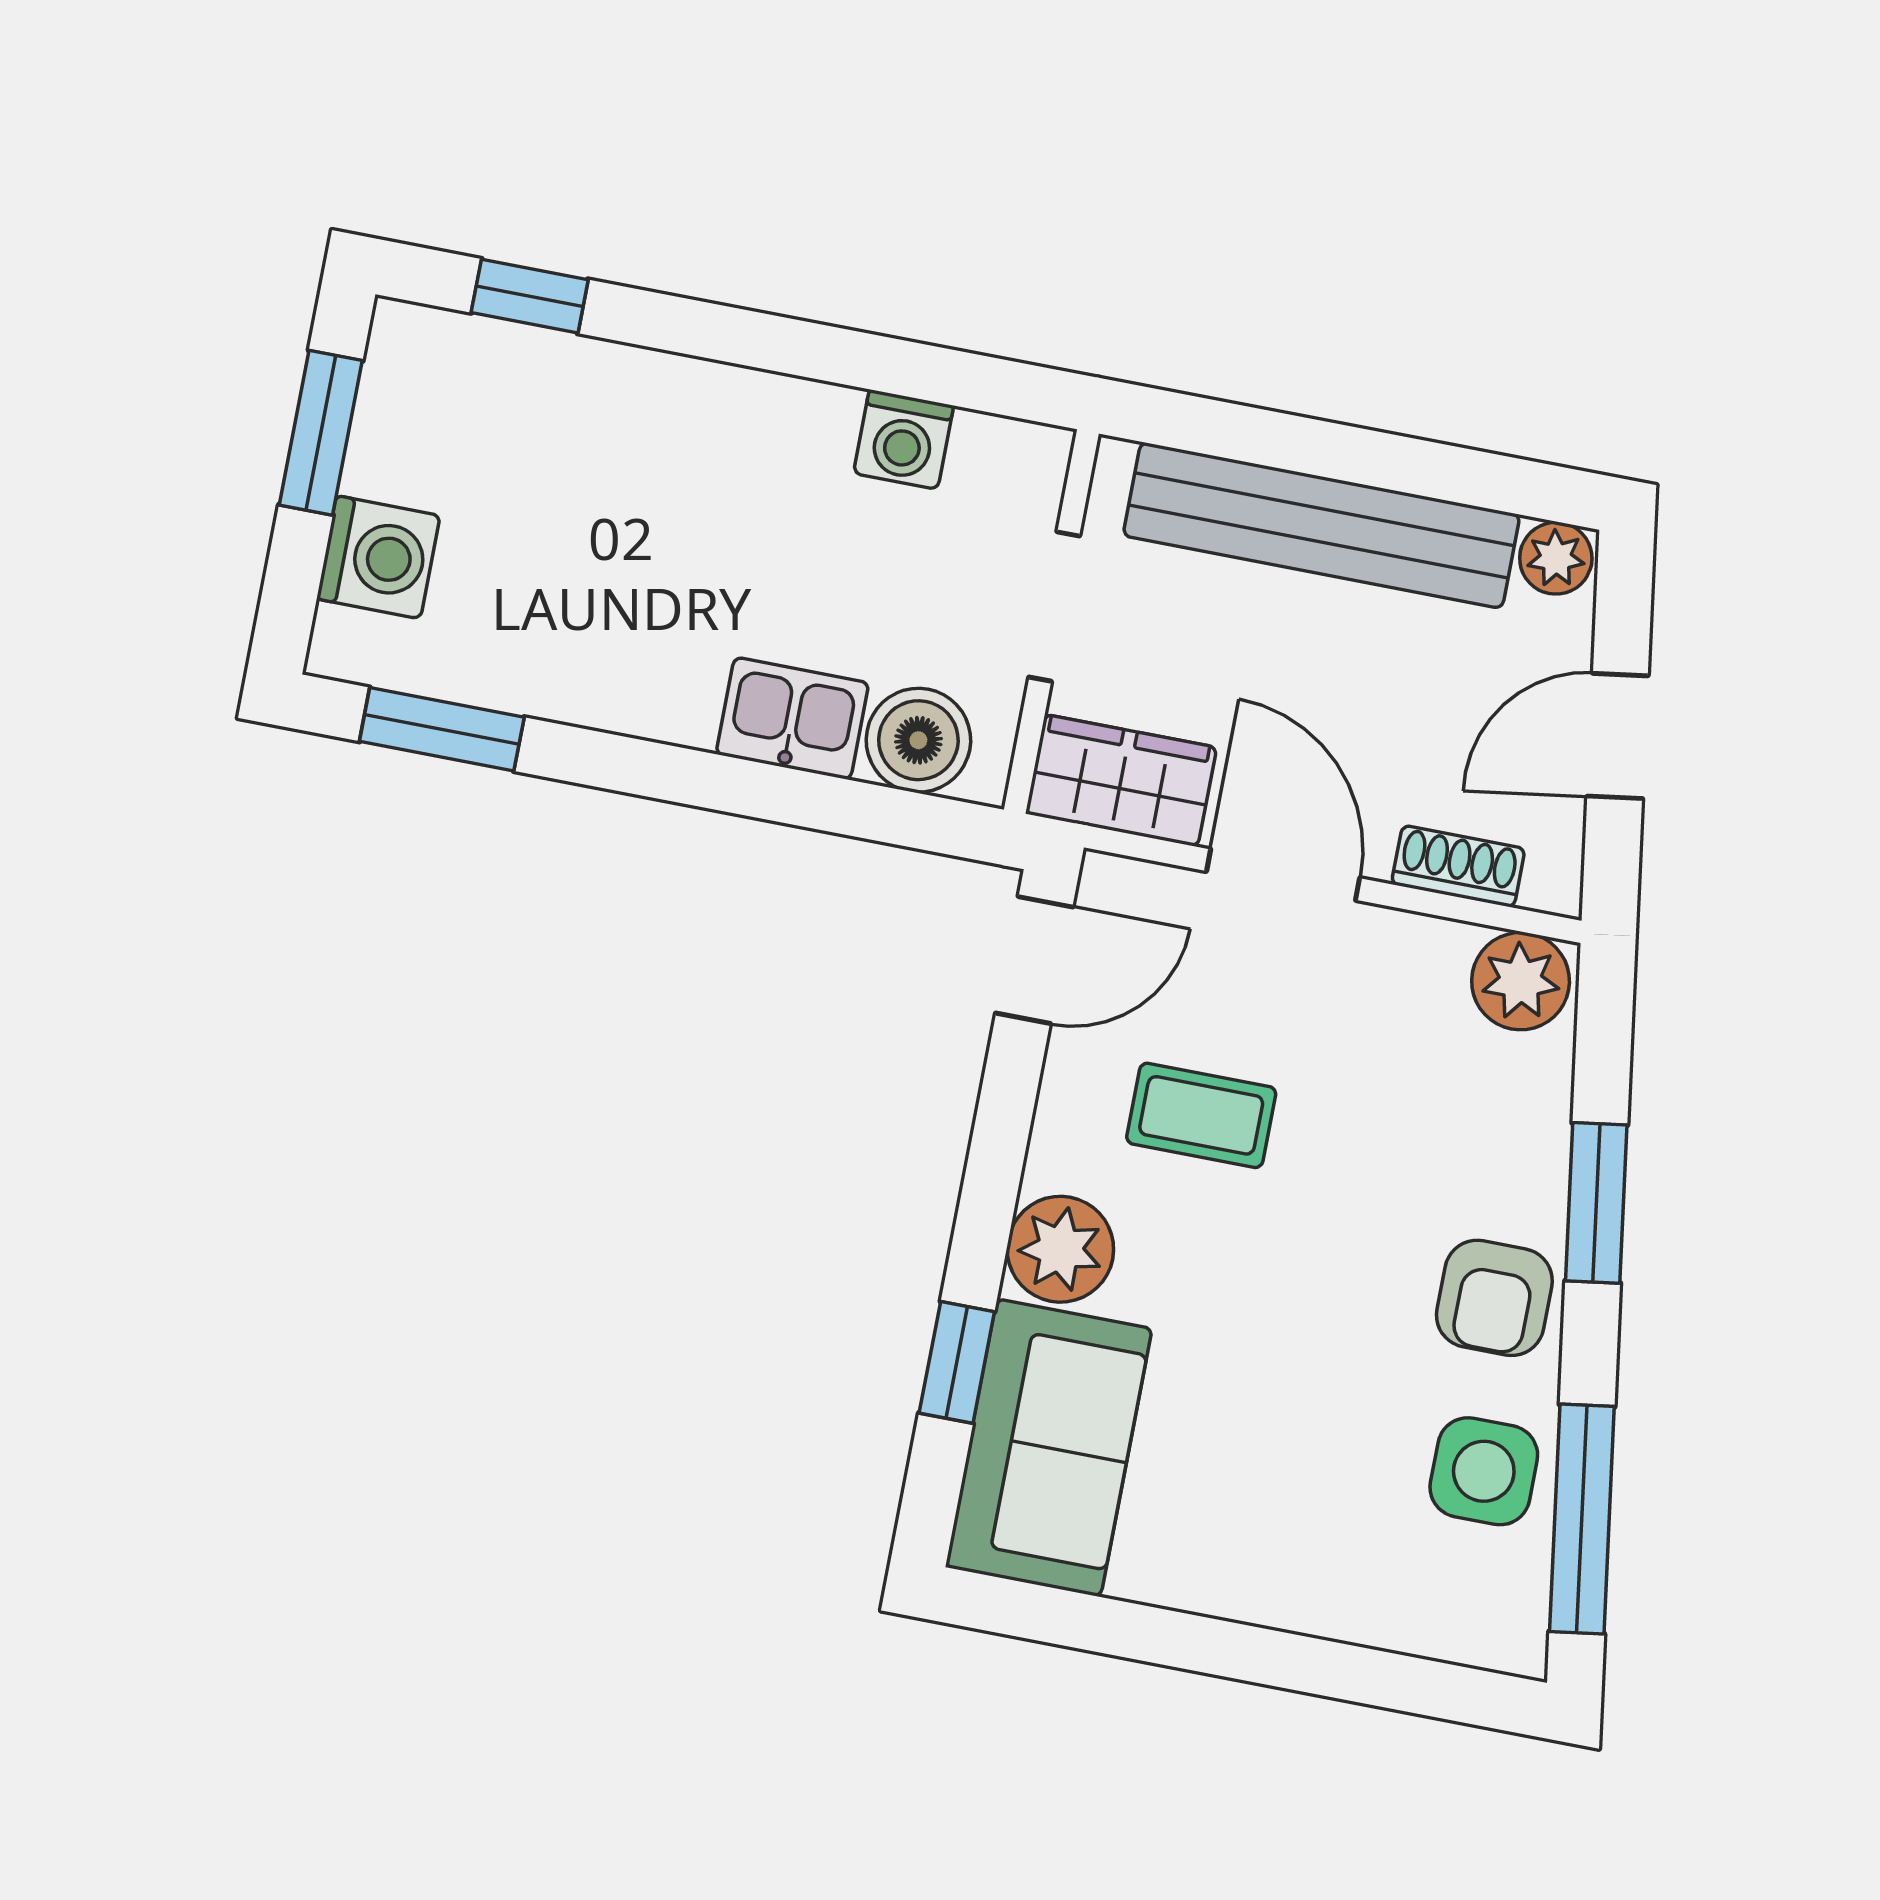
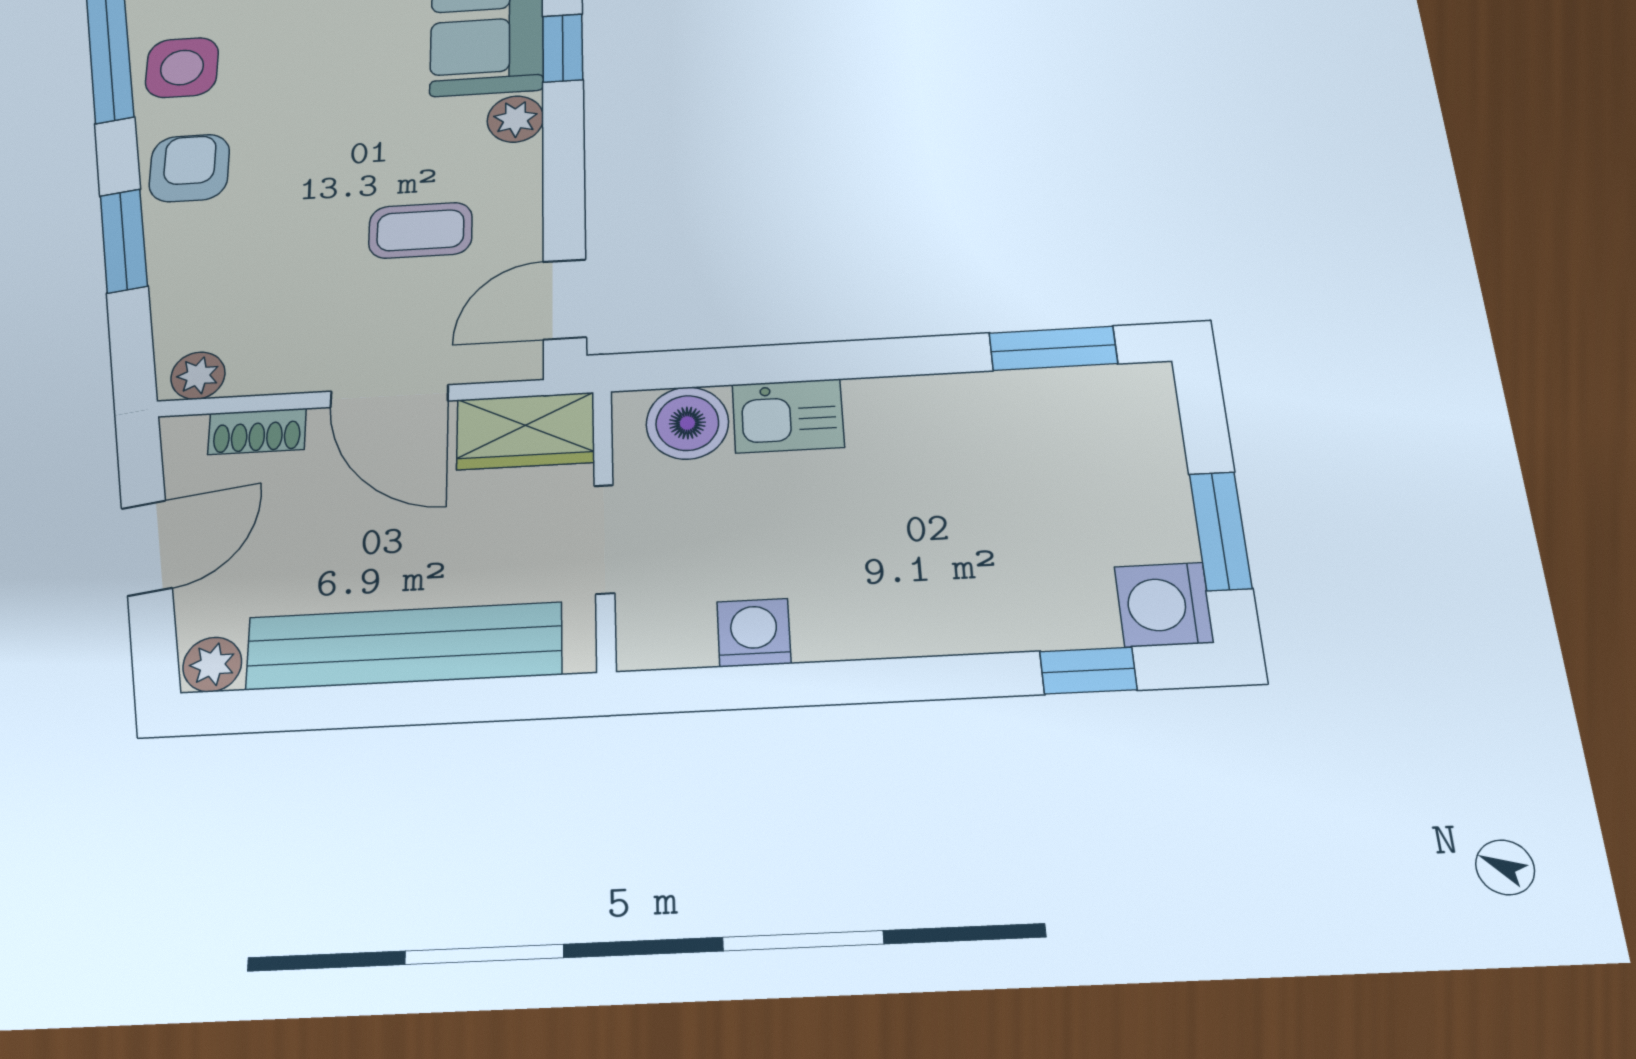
washing machine: (378, 557) -> (1164, 605), moved
plant: (1521, 981) -> (198, 376), width x0.73, depth x0.73
plant: (1060, 1249) -> (515, 119), width x0.73, depth x0.73

